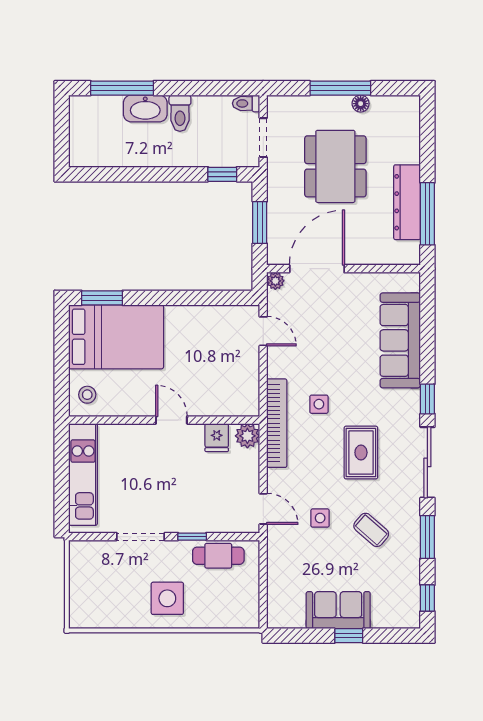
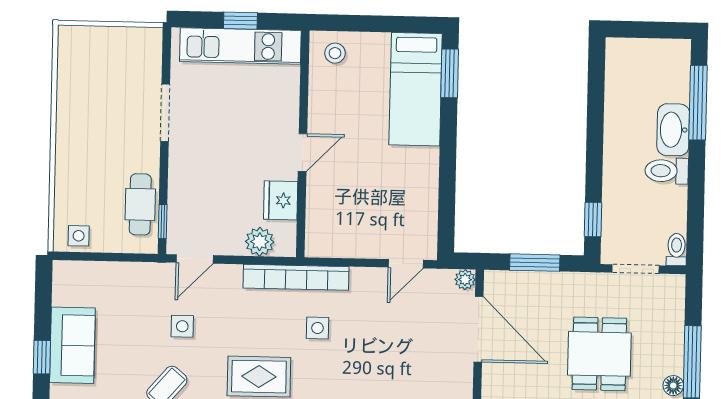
dining table: (335, 166) -> (599, 354), width x0.73
bed: (116, 337) -> (416, 89), width x0.67
plant: (247, 436) -> (260, 242), moved
fridge: (217, 438) -> (281, 200), width x1.38
window: (62, 475) -> (240, 21), added
window: (192, 537) -> (163, 221), moved
side table: (167, 598) -> (79, 236), moved, width x0.54, depth x0.54

